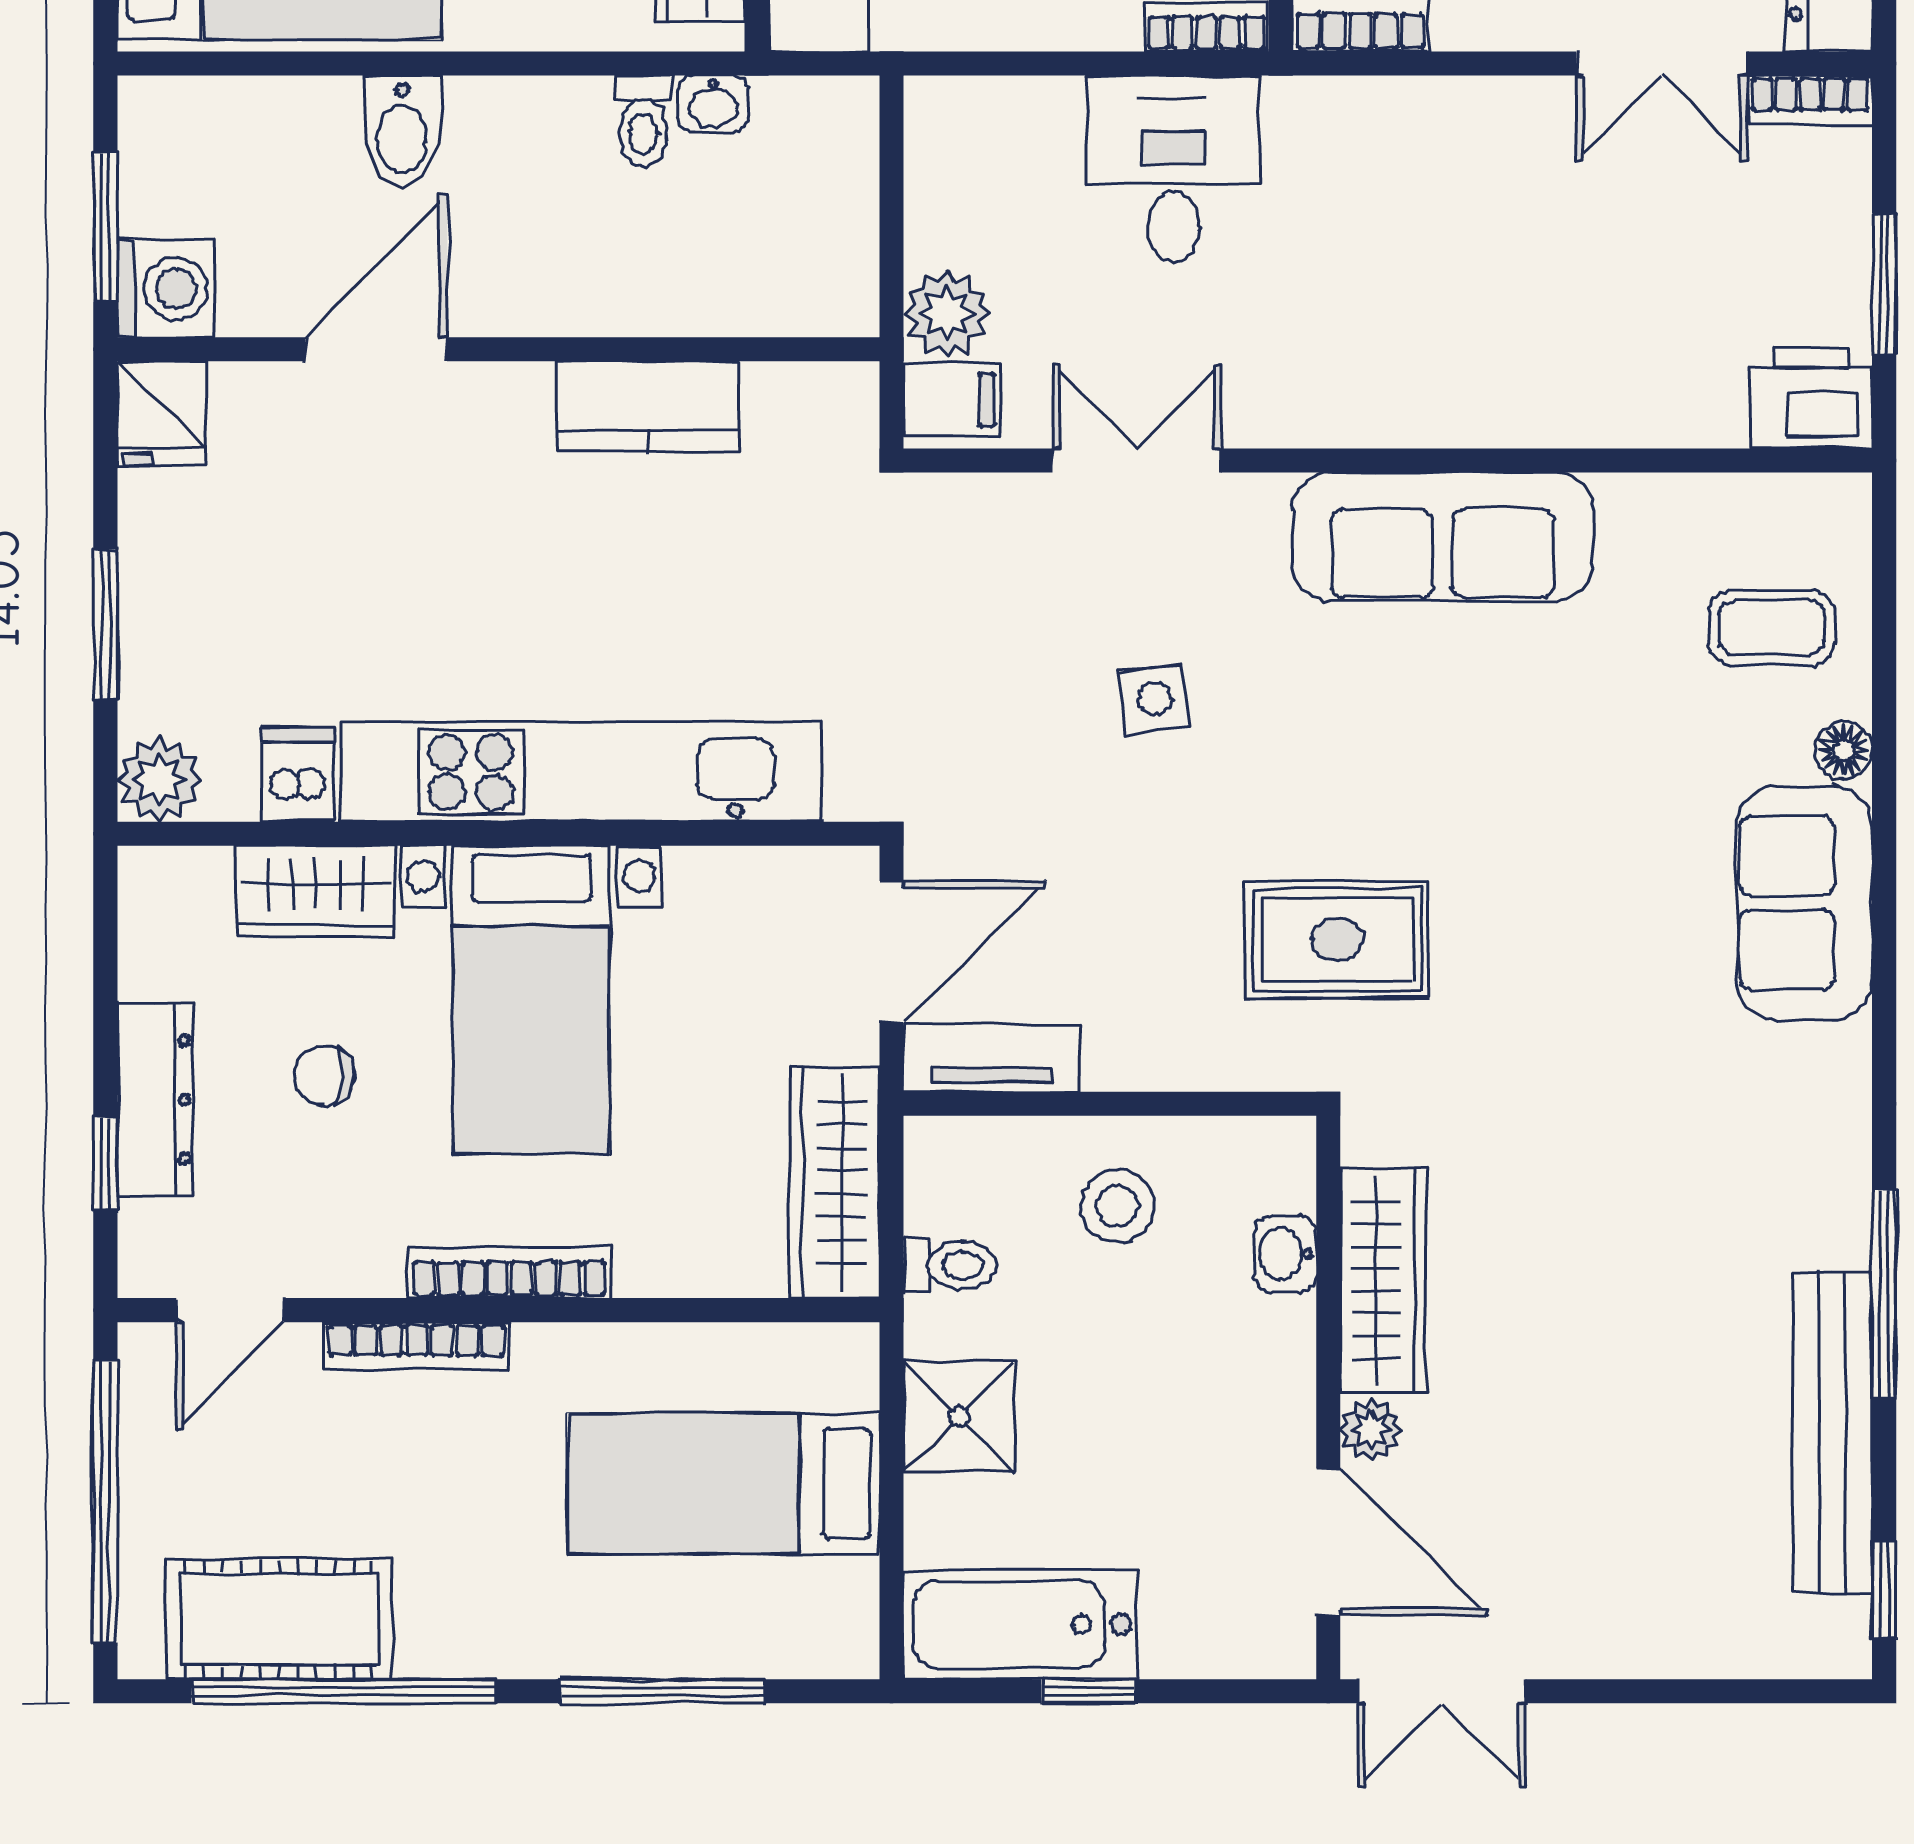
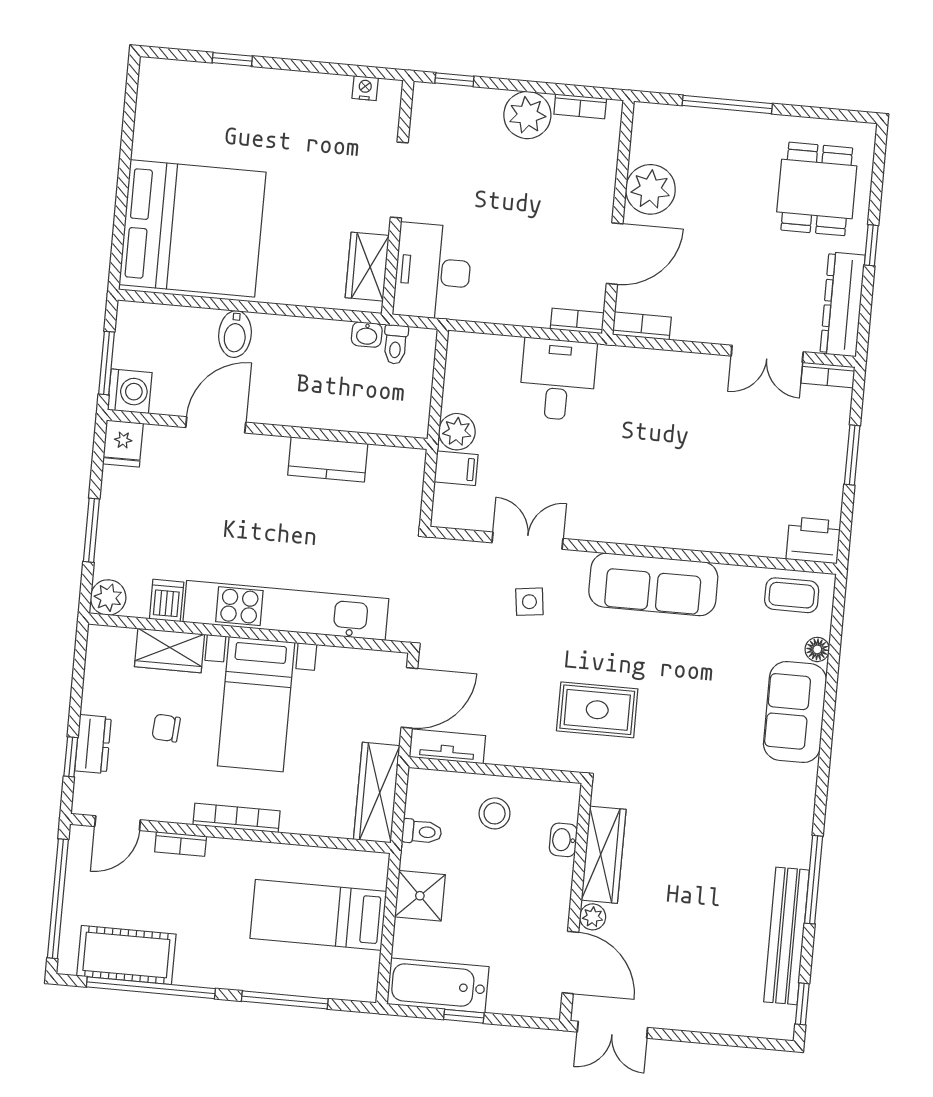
toilet: (643, 121) -> (395, 344), moved
printer: (1811, 398) -> (813, 540), moved
double door: (1137, 460) -> (528, 541), moved
wall: (1388, 460) -> (633, 550), moved
sofa: (1443, 537) -> (653, 584), moved
dresser: (155, 1100) -> (93, 744), width x0.70
bookcase: (417, 1346) -> (181, 844), width x0.64

